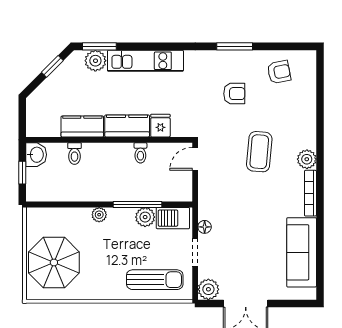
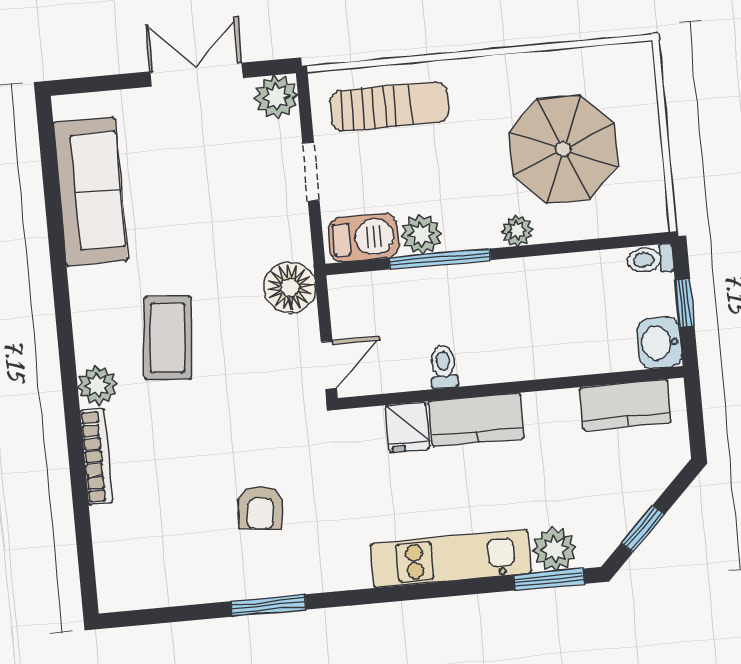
armchair: (279, 72) -> (172, 561), removed
armchair: (234, 94) -> (260, 508), turned -84
kitchen counter: (82, 126) -> (625, 405), moved
coffee table: (259, 152) -> (168, 338), moved
toilet: (75, 154) -> (650, 259), moved, turned -90
bookcase: (310, 193) -> (96, 457), moved
floor lamp: (205, 227) -> (290, 287), moved, width x1.89, depth x1.89
parasol: (54, 262) -> (563, 149), moved
sun lounger: (155, 280) -> (389, 106), turned 180

